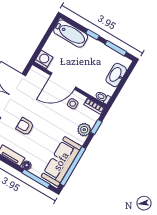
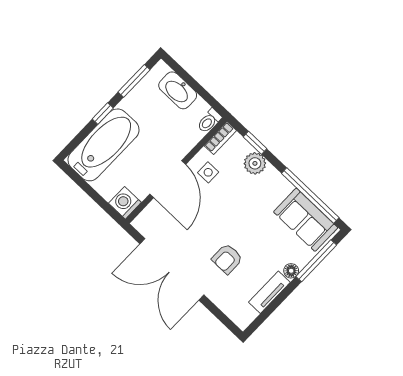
bathtub: (71, 34) -> (103, 145), width x1.36, depth x1.36
sofa: (61, 161) -> (306, 220), width x0.73

